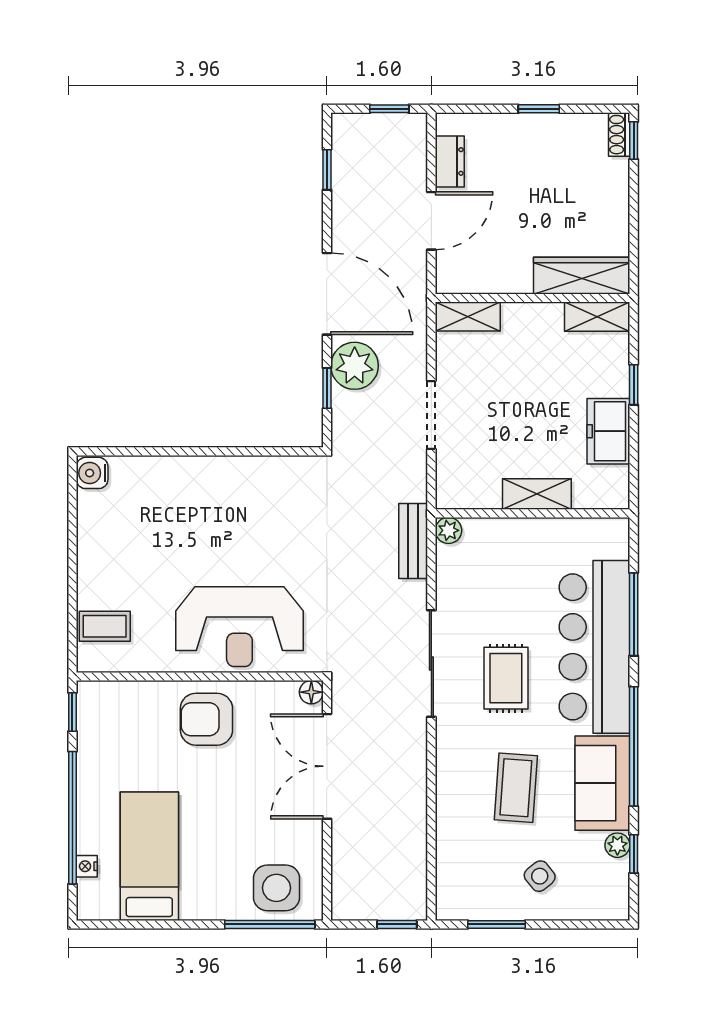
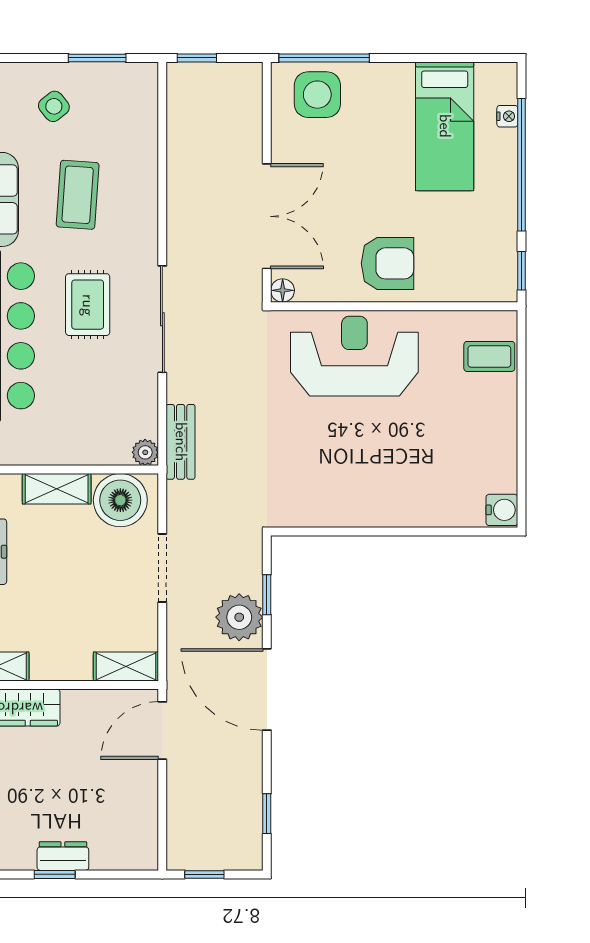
dresser: (450, 161) -> (63, 856), moved, turned 90
door: (431, 221) -> (162, 731), moved
boiler: (473, 483) -> (120, 500), added

